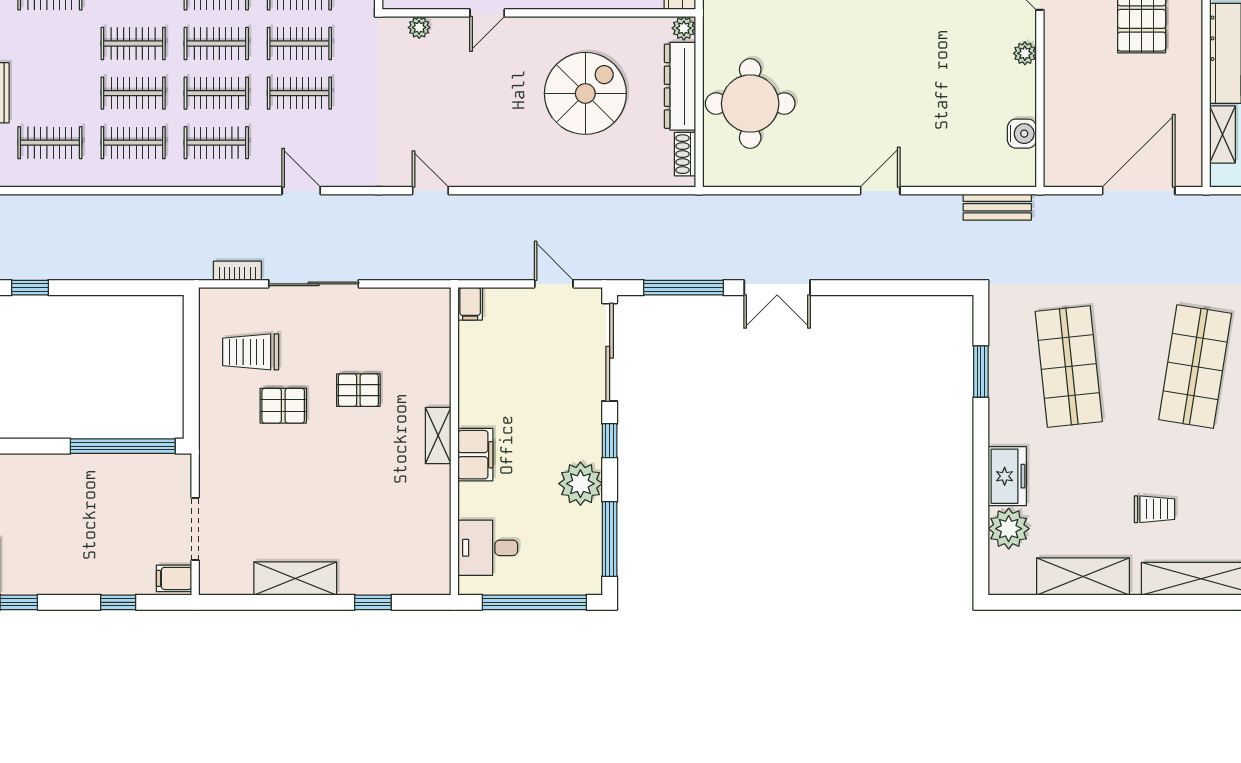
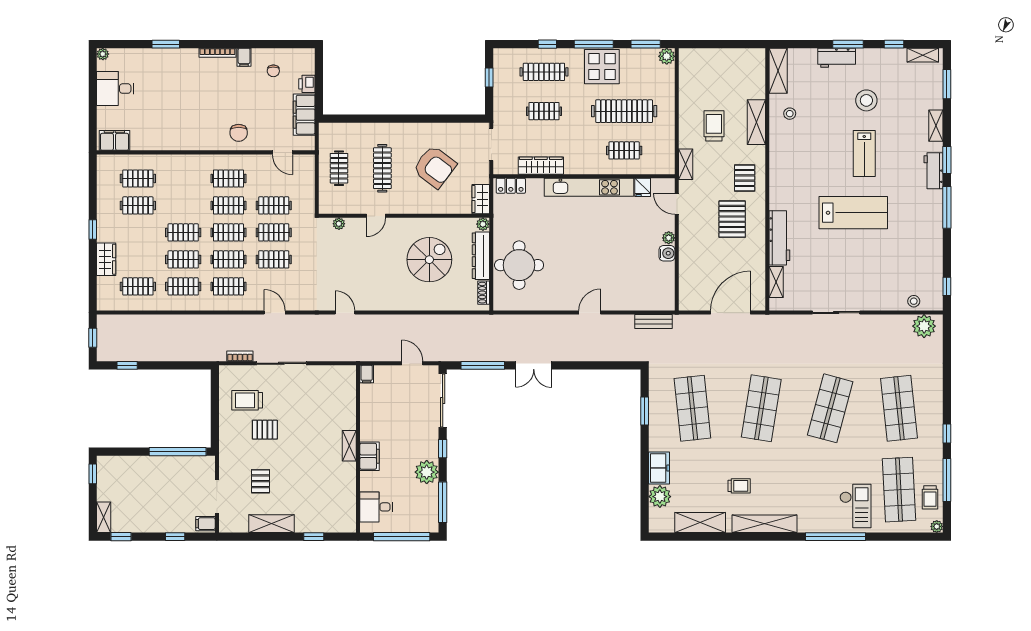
water cooler: (1022, 134) -> (667, 253), moved
pallet: (358, 390) -> (261, 481), moved, turned 90

